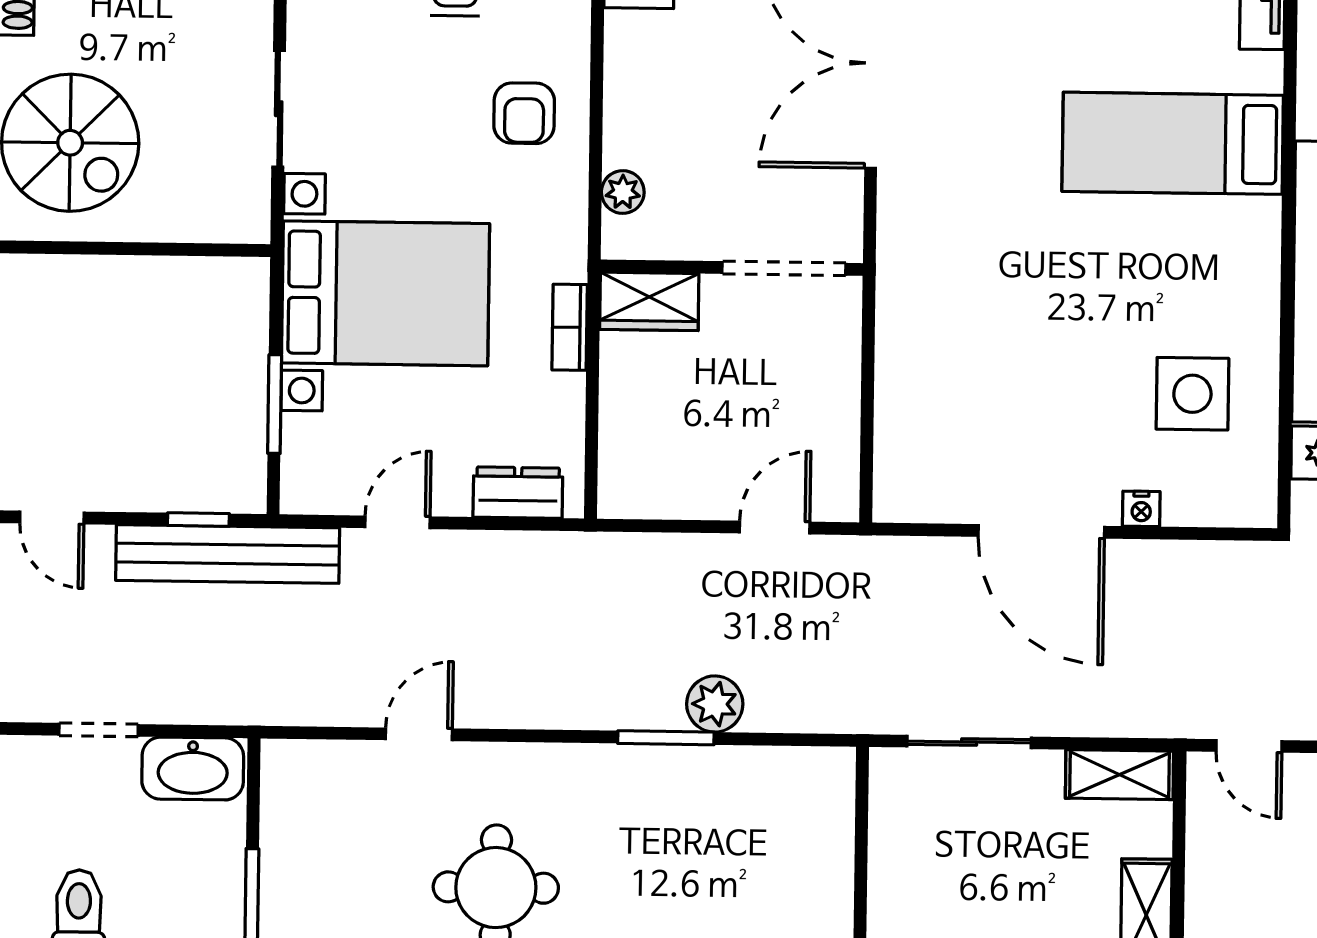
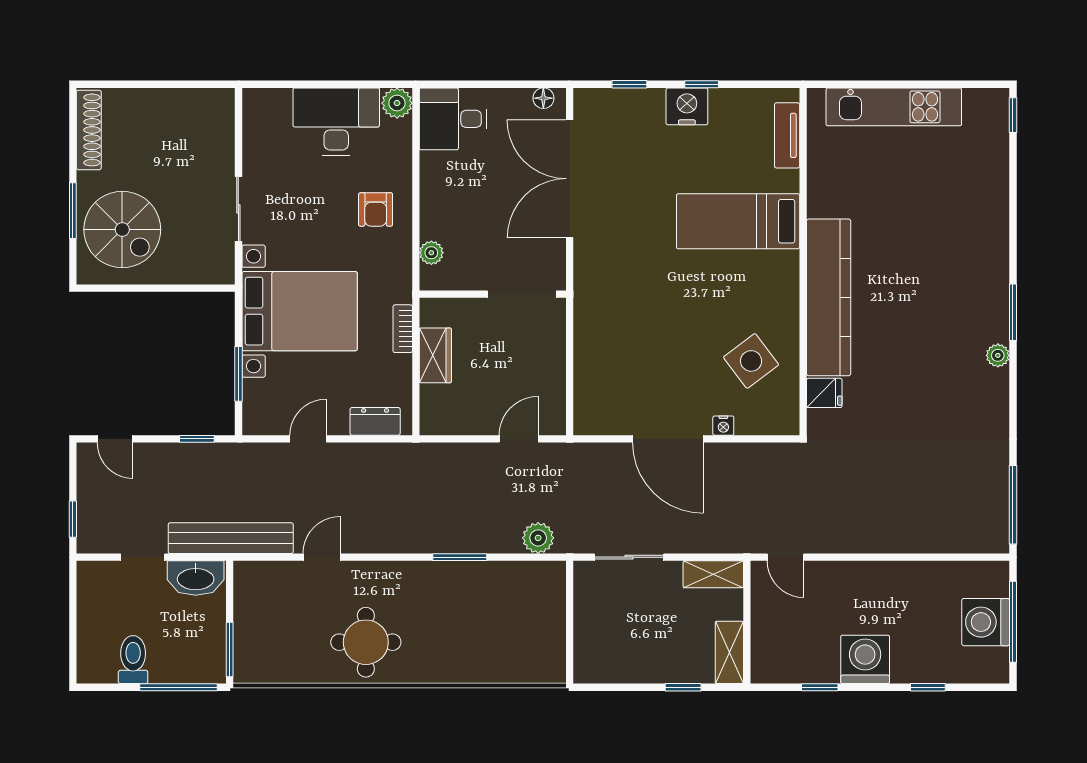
wardrobe: (649, 301) -> (435, 355), moved, turned -90
side table: (1192, 394) -> (751, 361), turned -37
bench: (228, 554) -> (231, 538), moved
plant: (715, 704) -> (538, 538), moved

